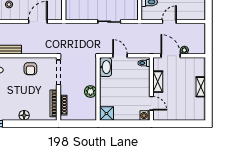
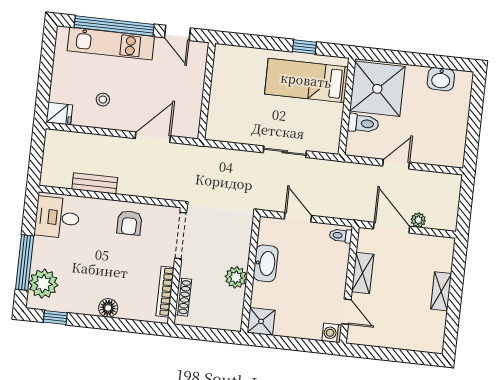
washbasin: (106, 67) -> (266, 263), moved

